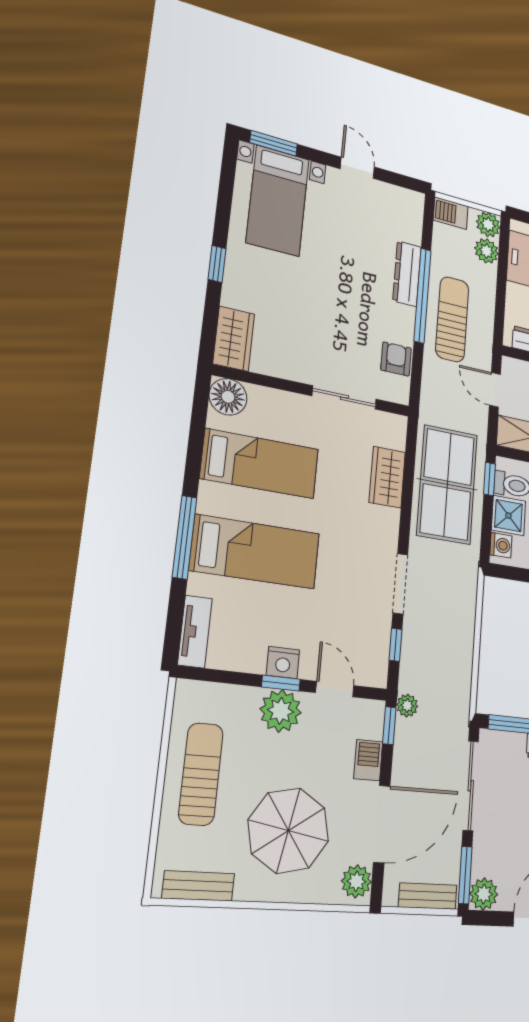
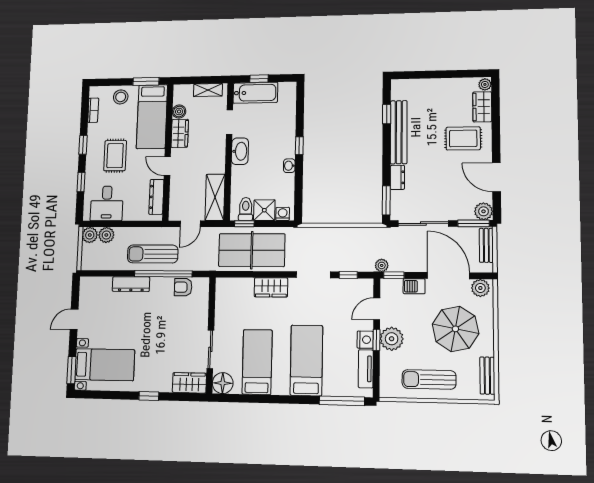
barbecue: (451, 213) -> (88, 260), removed
window: (422, 295) -> (163, 274), moved
sliding door: (344, 398) -> (210, 349), moved
wardrobe: (387, 477) -> (271, 287), moved
window: (185, 537) -> (342, 401), moved
tv unit: (195, 632) -> (366, 369), moved, turned -90

